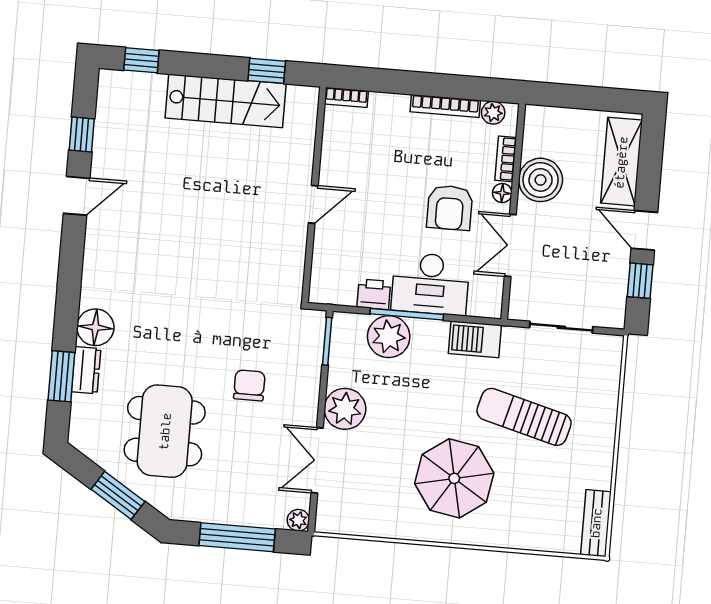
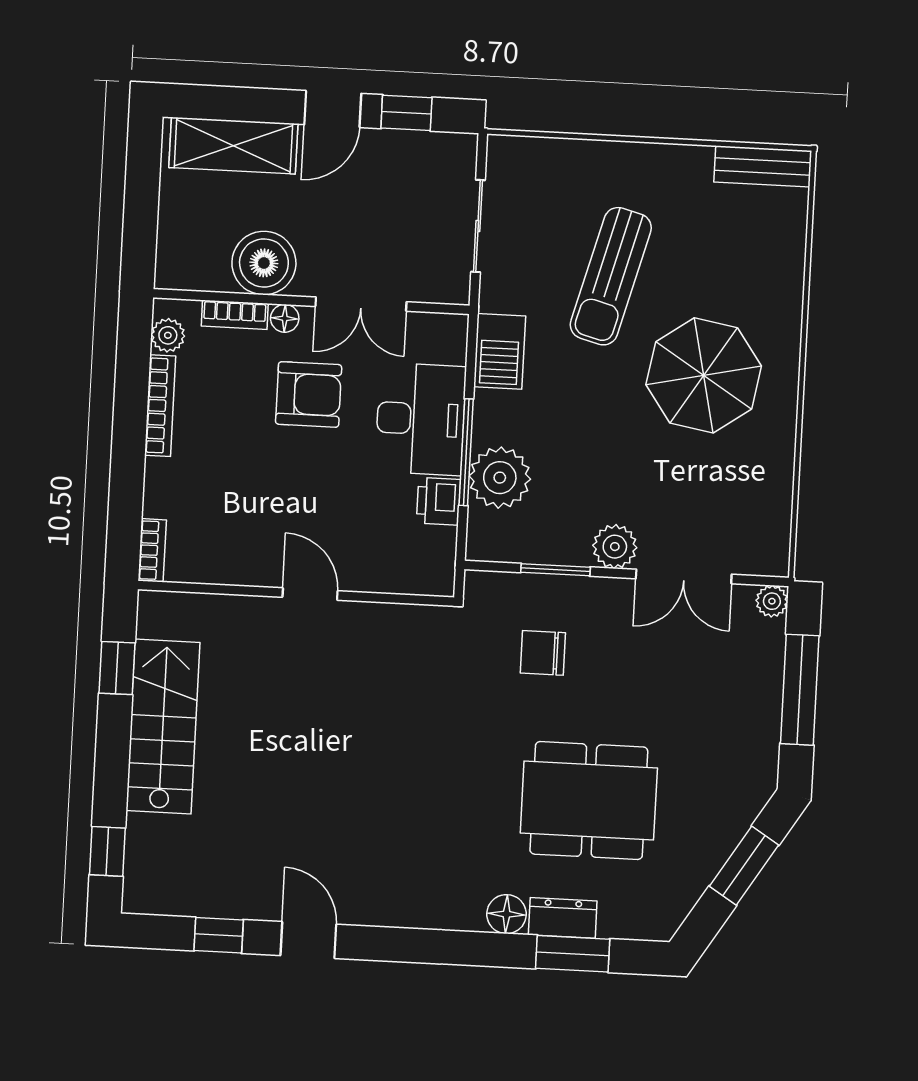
floor lamp: (95, 327) -> (506, 914), width x0.73, depth x0.73
window: (327, 341) -> (555, 570), moved
chair: (249, 385) -> (543, 653), moved
plant: (345, 409) -> (615, 547), width x0.73, depth x0.73
dining table: (165, 431) -> (589, 801), moved

